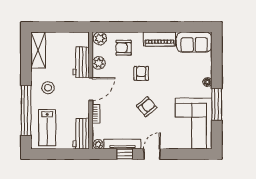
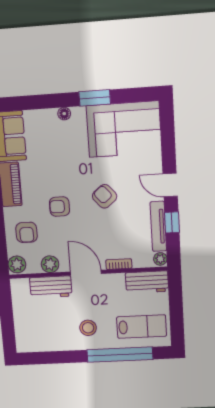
shelving: (38, 50) -> (39, 343), removed
window: (217, 104) -> (95, 98), width x0.69

